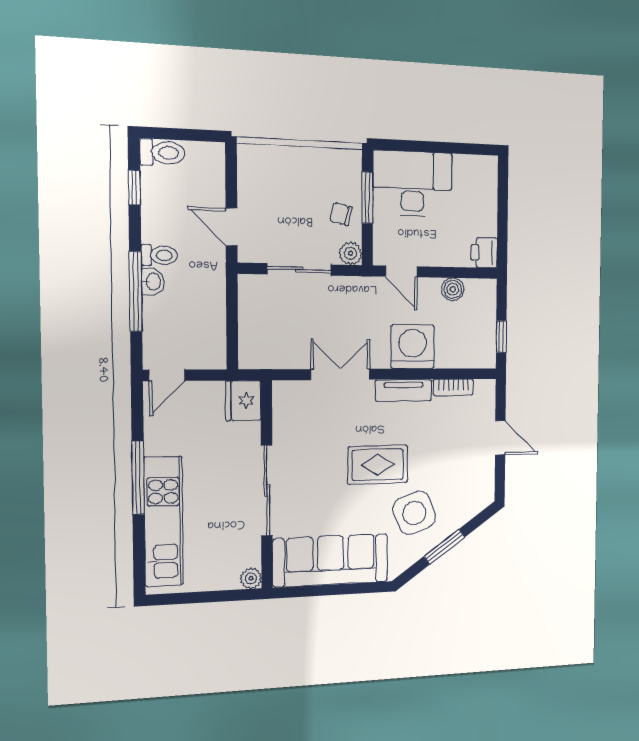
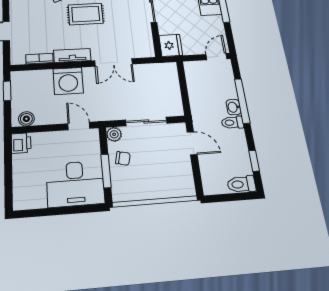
boiler: (453, 289) -> (26, 119), moved

